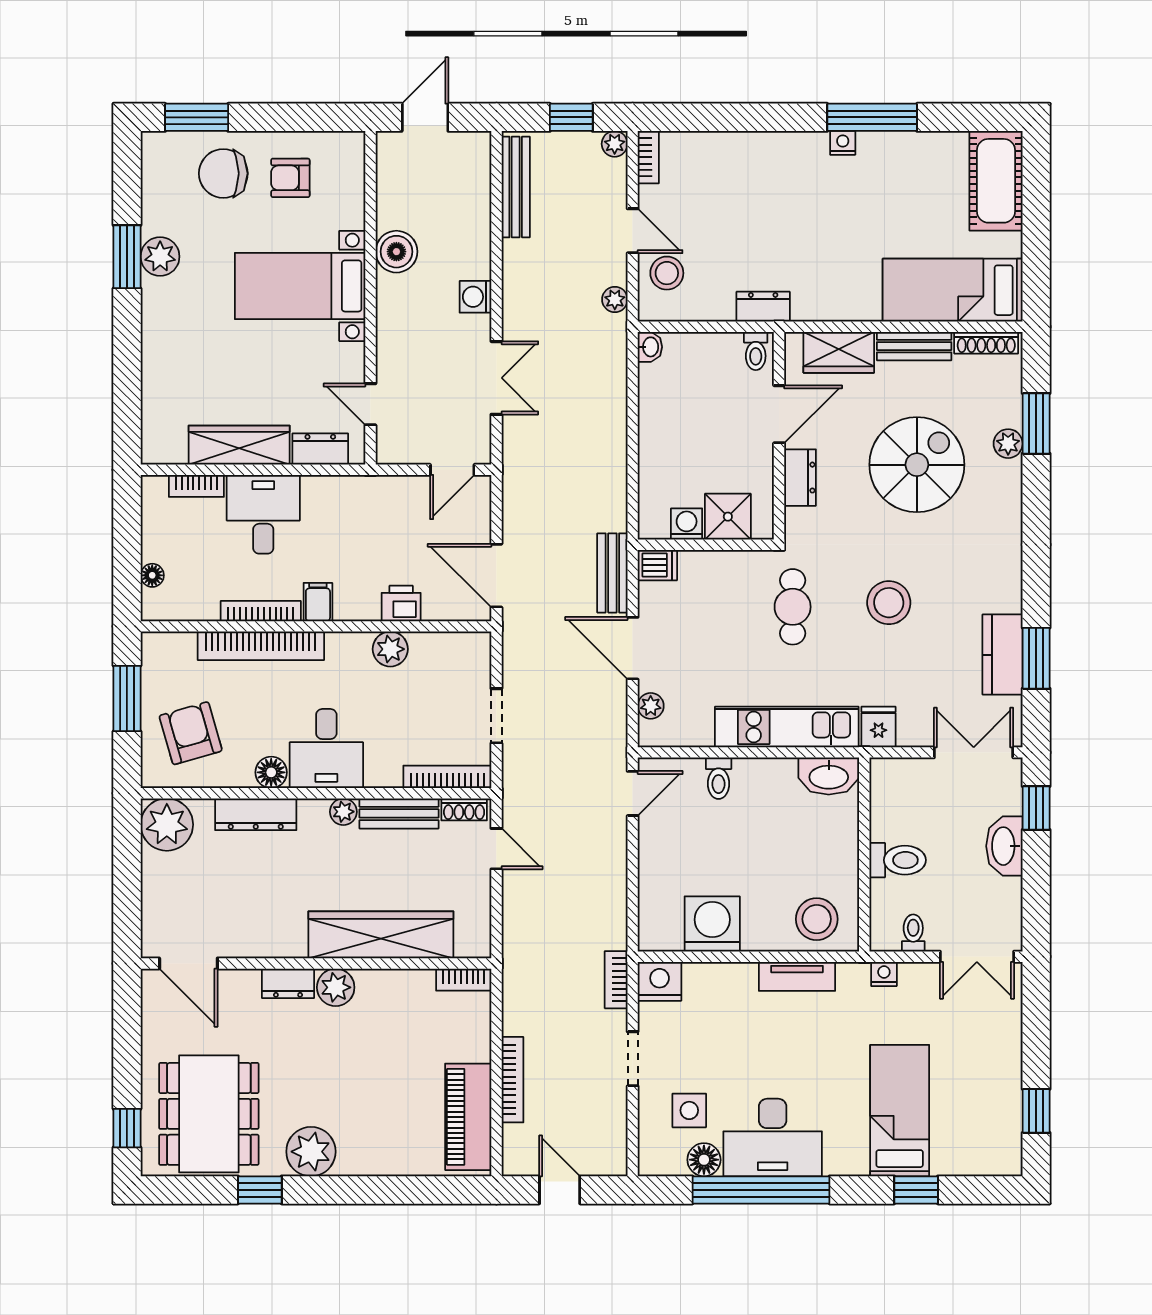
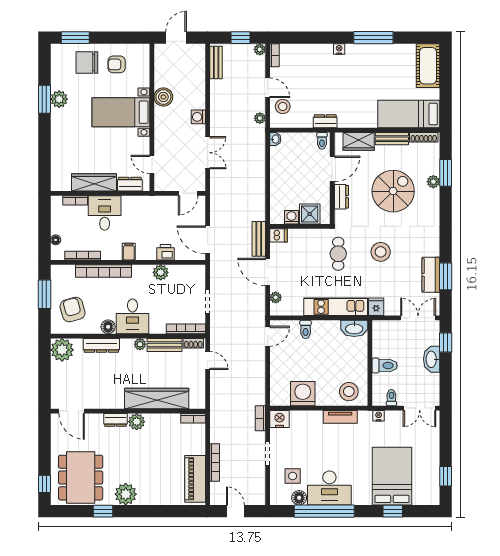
nightstand: (843, 143) -> (339, 49), moved
bench: (516, 187) -> (216, 63), width x0.73
bookcase: (261, 611) -> (83, 256), moved
bed: (900, 1111) -> (392, 476), width x1.50

